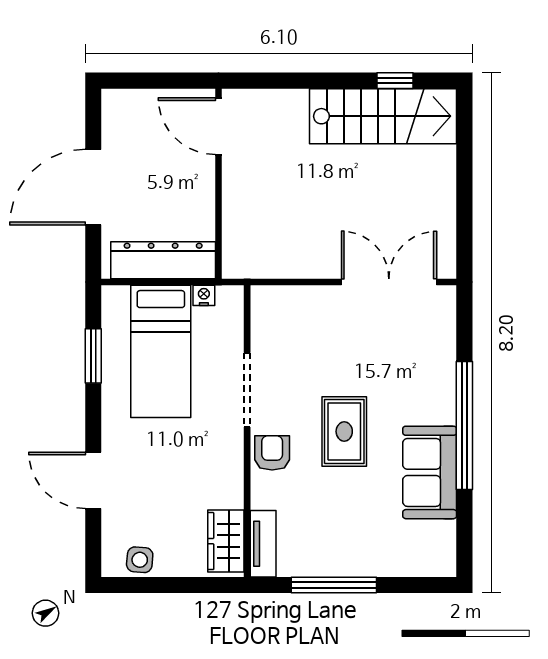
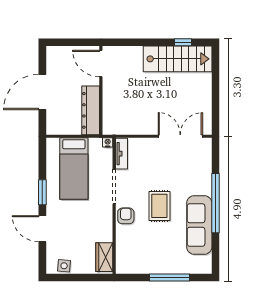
dresser: (163, 260) -> (91, 110), moved, turned -90
nightstand: (204, 295) -> (108, 142), moved
window: (93, 356) -> (42, 192), moved
sofa: (430, 472) -> (199, 225), width x1.36
tv unit: (263, 544) -> (122, 154), moved
window: (334, 585) -> (170, 278), moved

